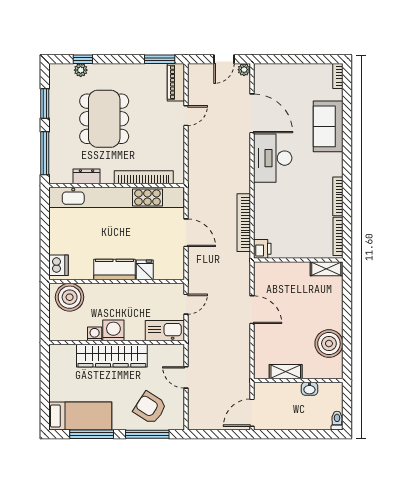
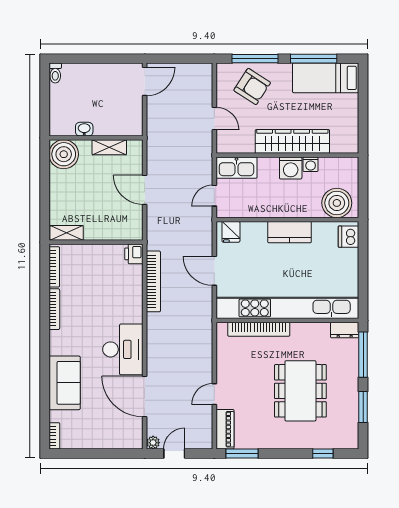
plant: (81, 70) -> (325, 442), removed
dresser: (87, 176) -> (345, 330), moved
fridge: (145, 270) -> (231, 232), moved
shelving: (286, 372) -> (109, 147), moved
wall: (298, 381) -> (96, 138), moved
washbasin: (309, 389) -> (84, 129), moved

